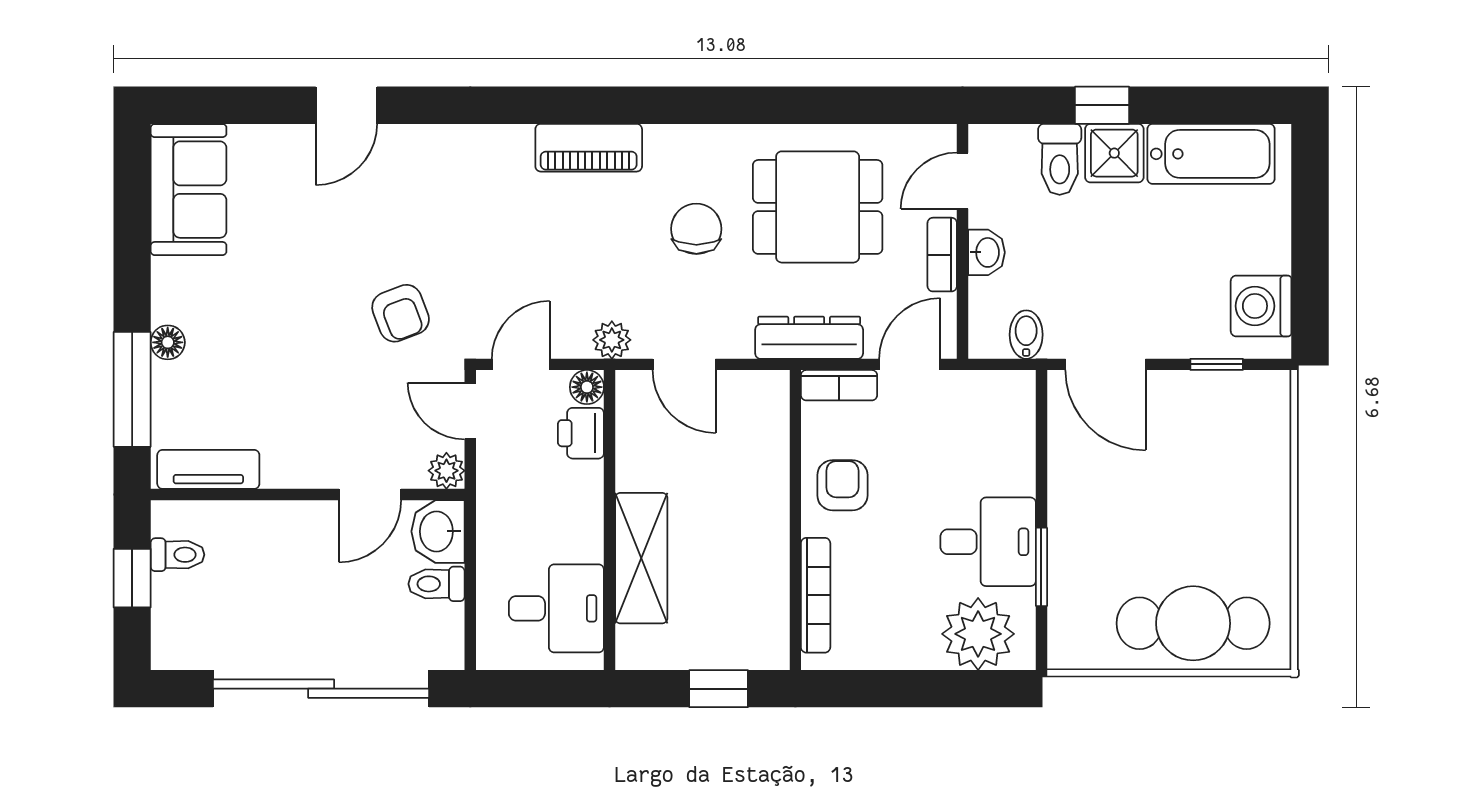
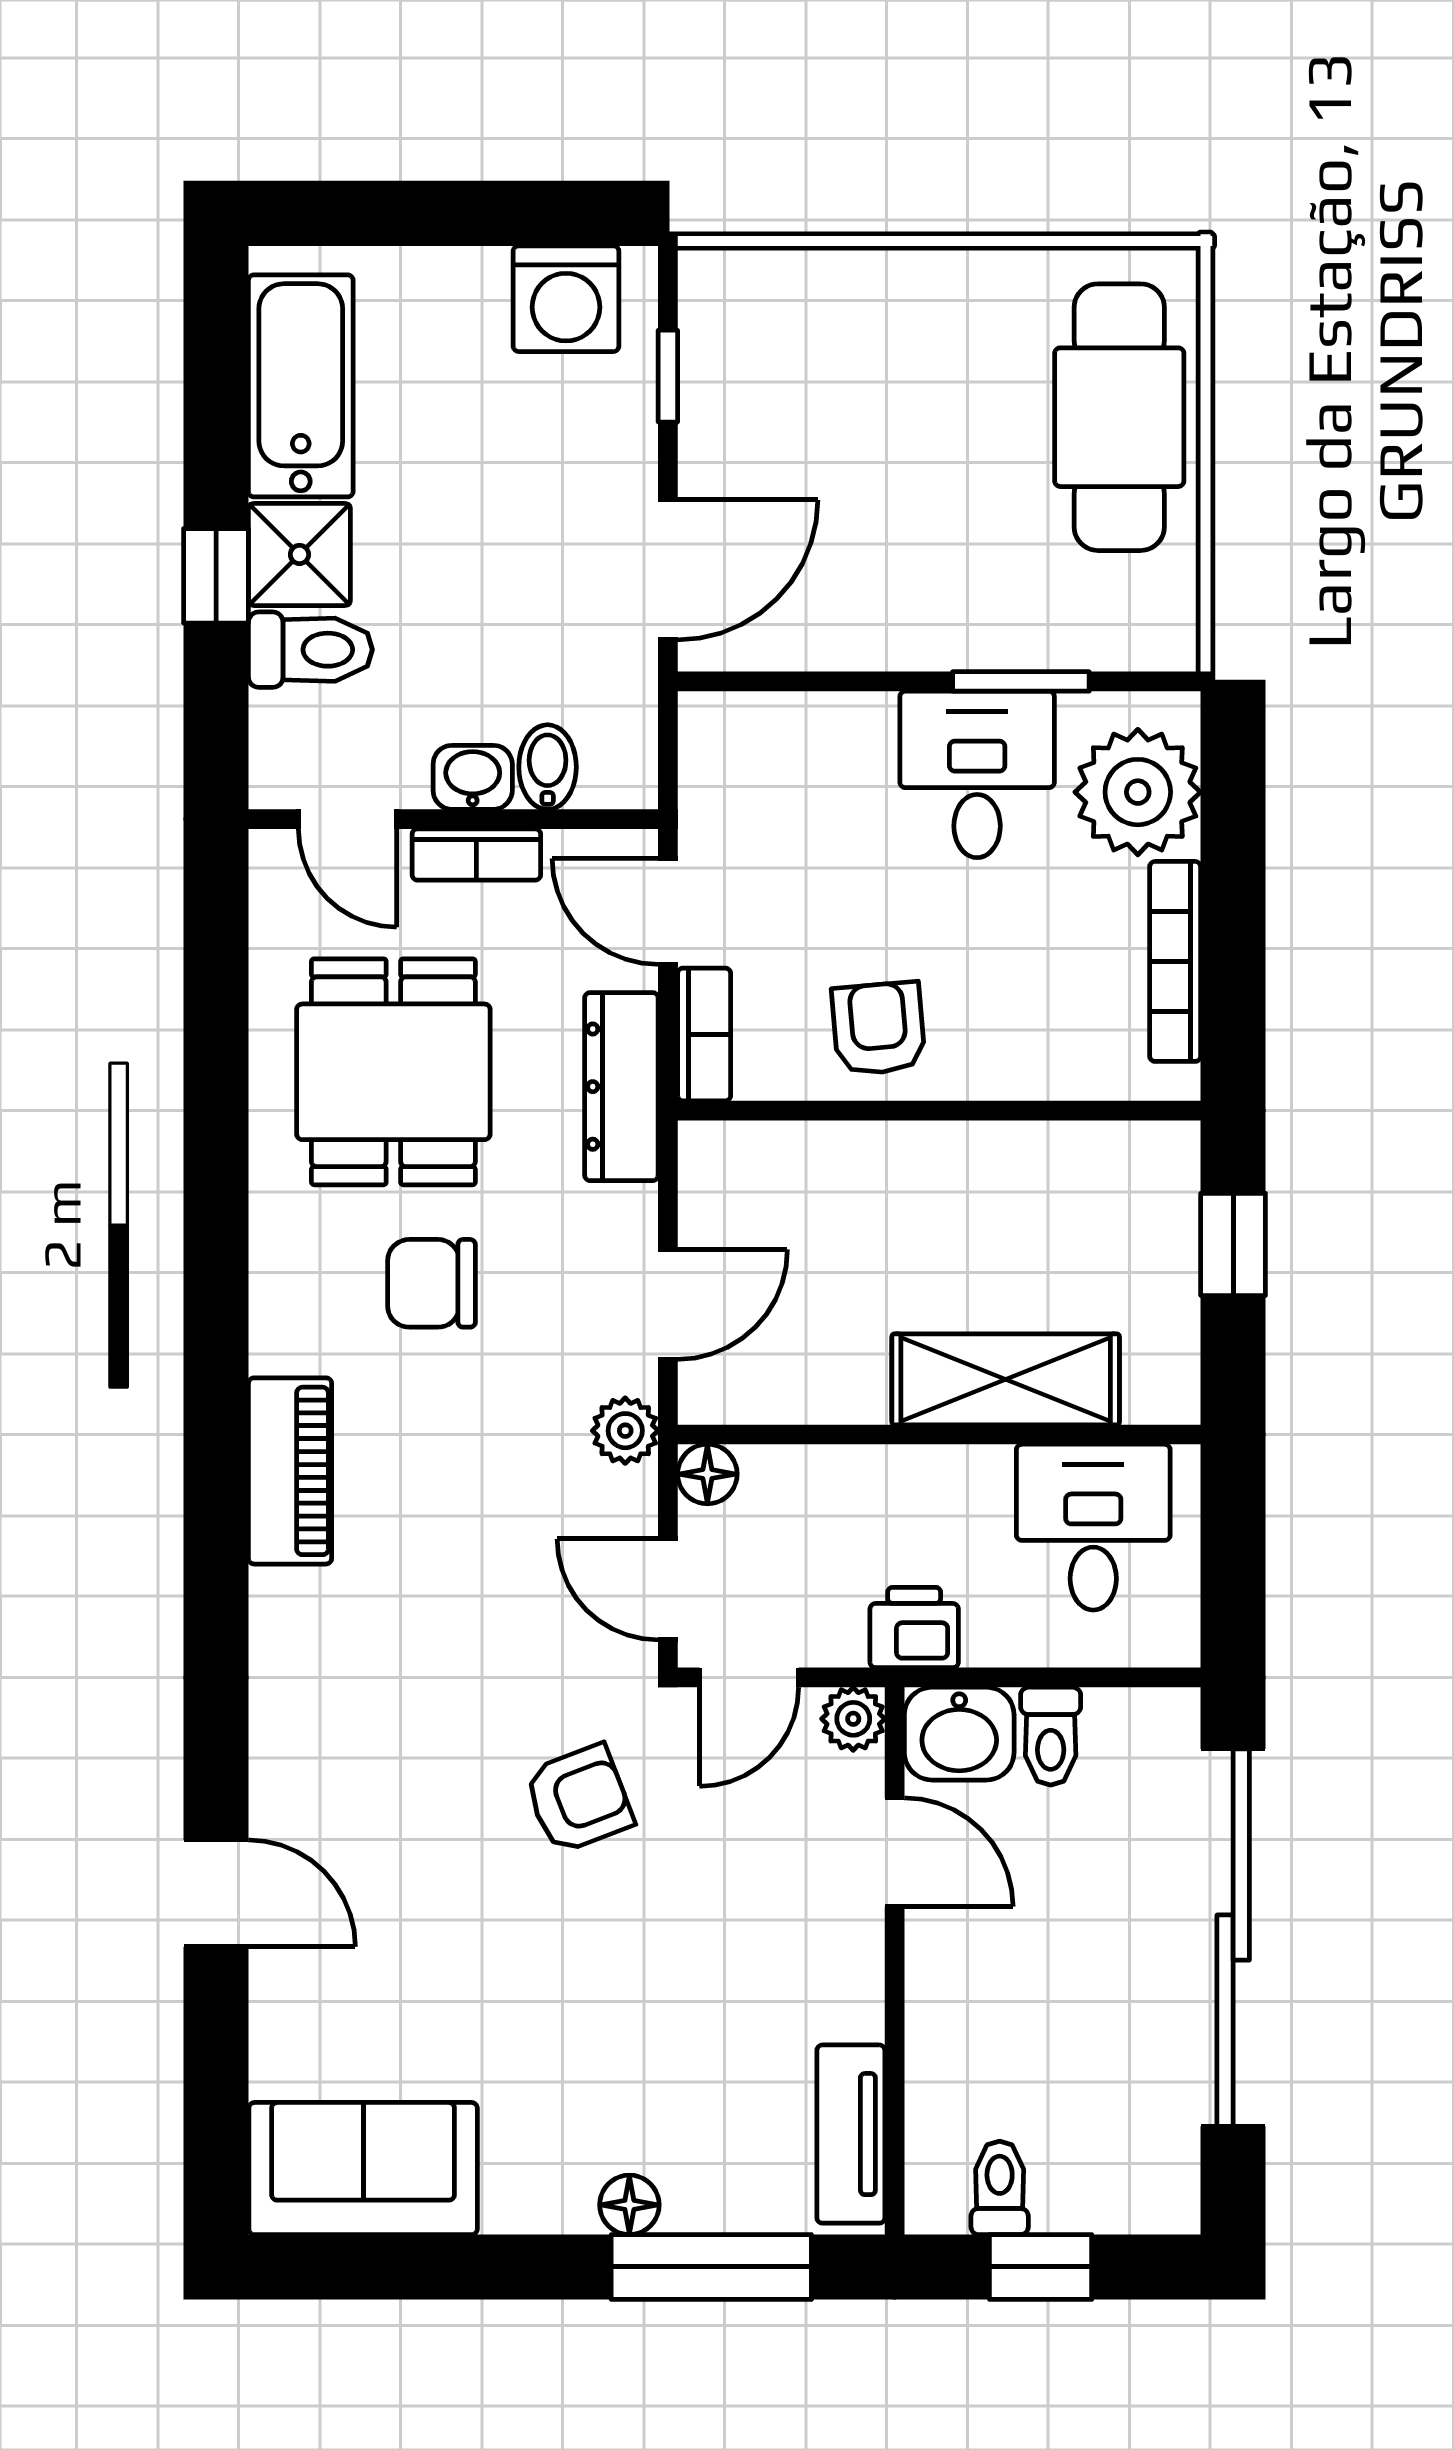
bidet: (1026, 335) -> (548, 767), moved, turned 90
printer: (581, 433) -> (914, 1628), moved, turned 180
armchair: (842, 485) -> (879, 1028), turned 85
bookcase: (816, 595) -> (1175, 961), moved, turned -90

